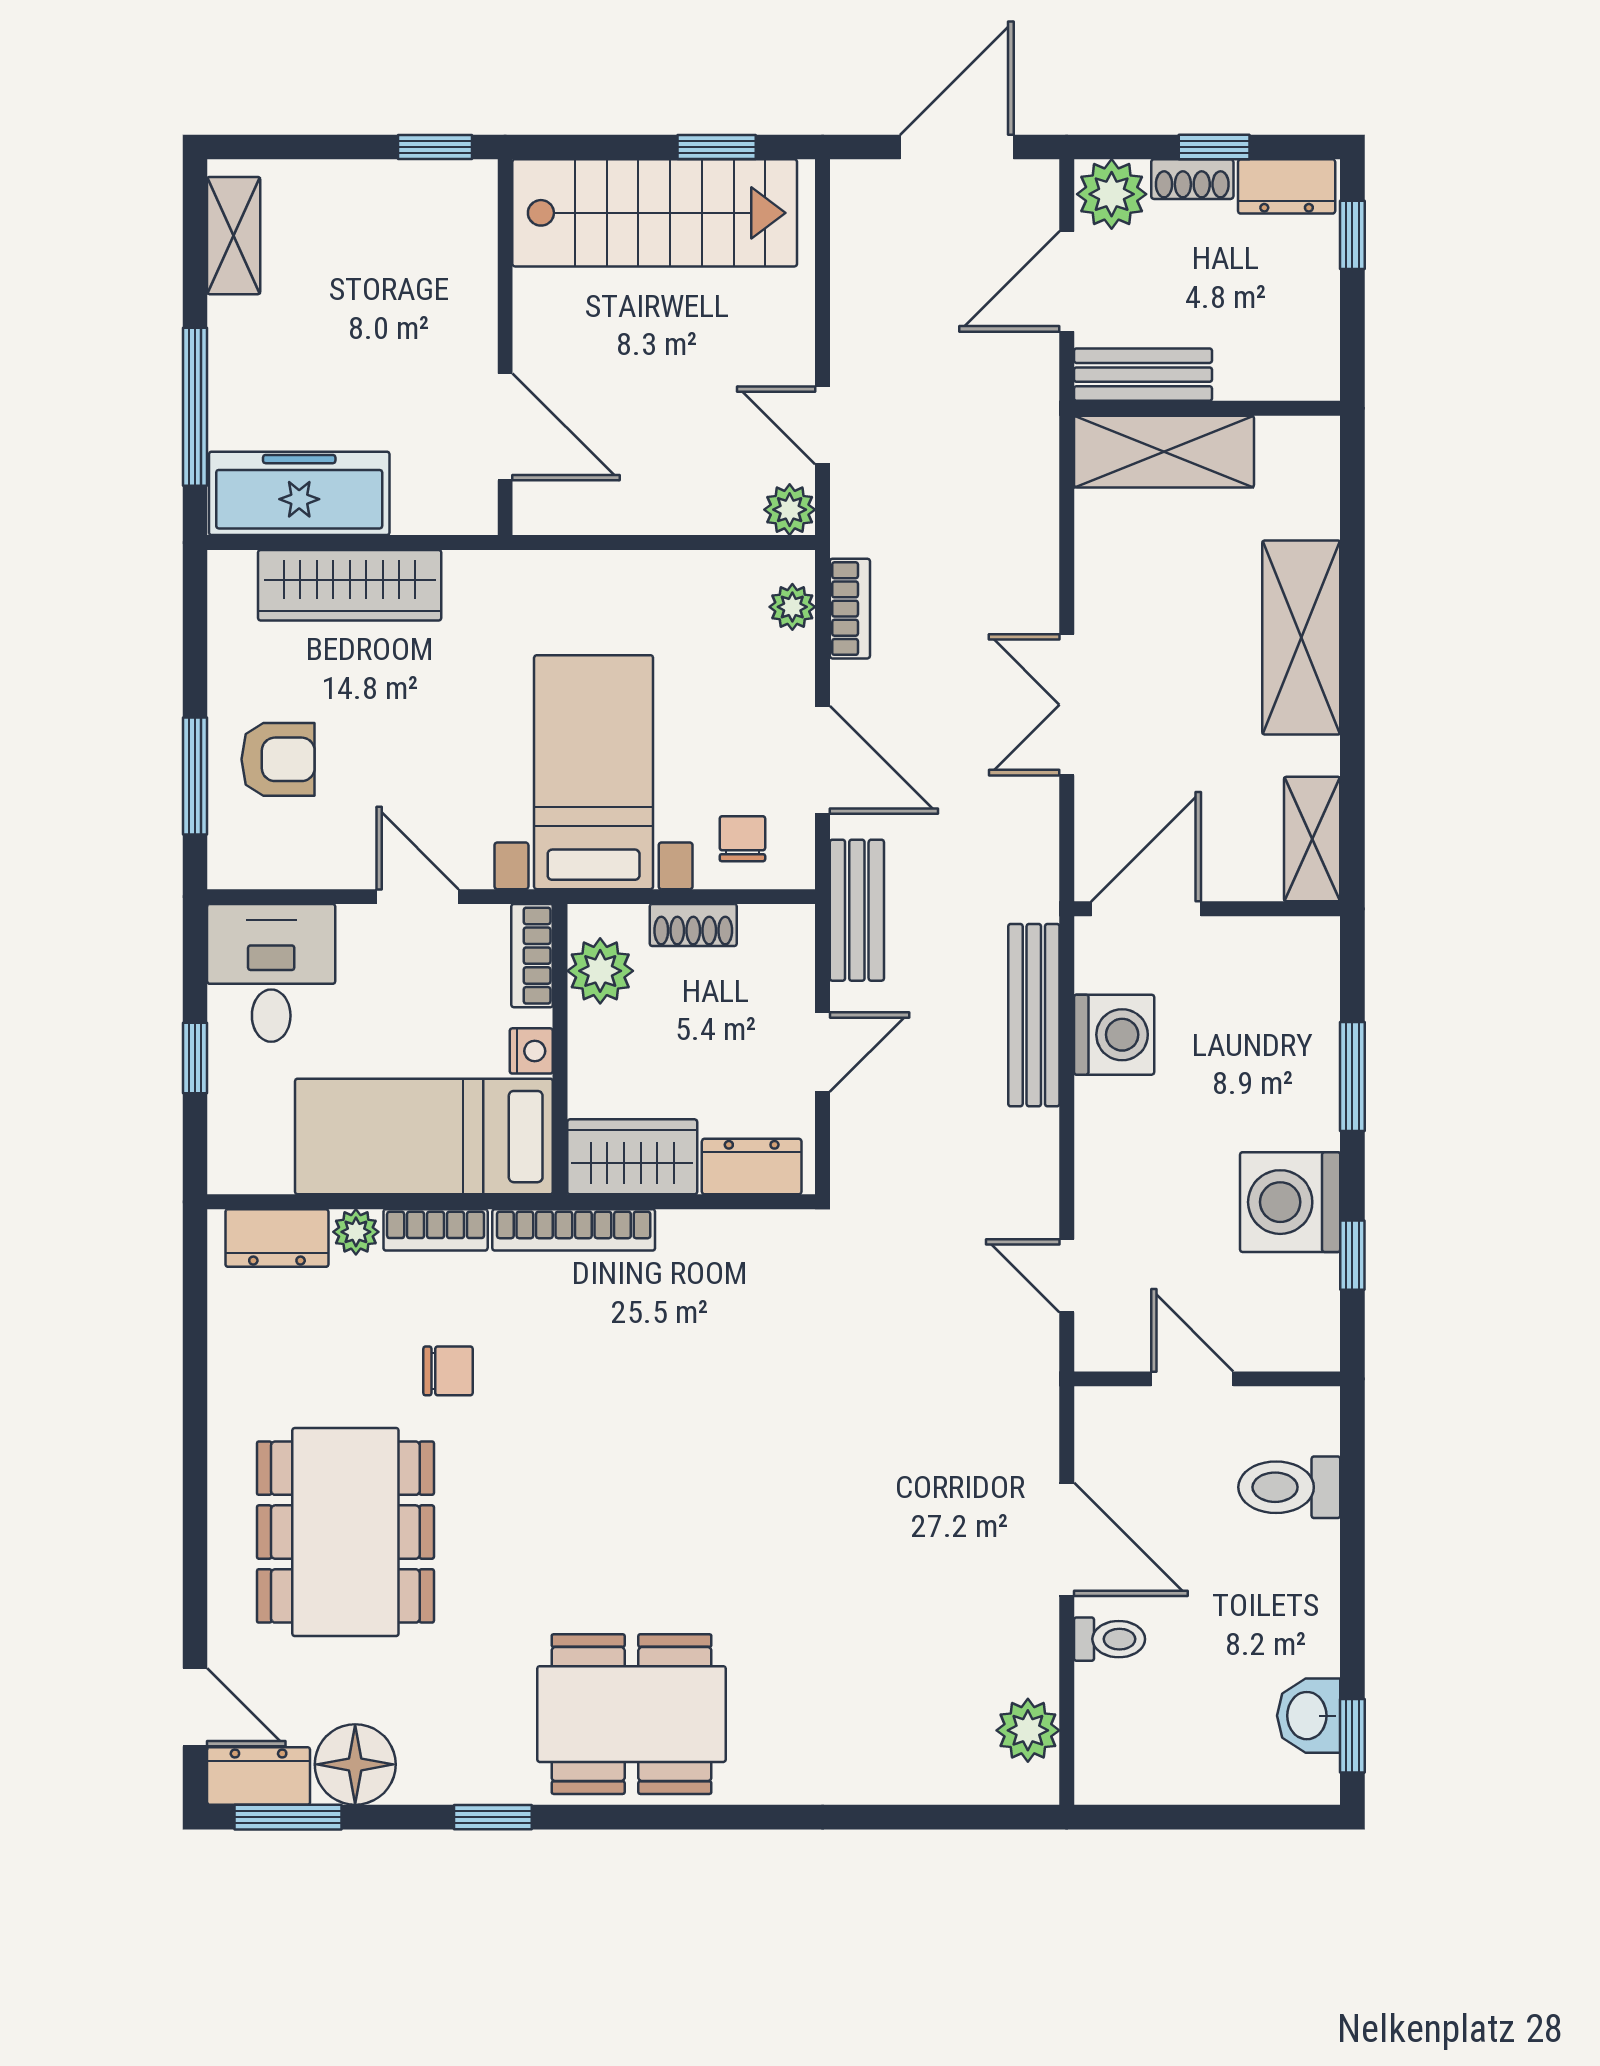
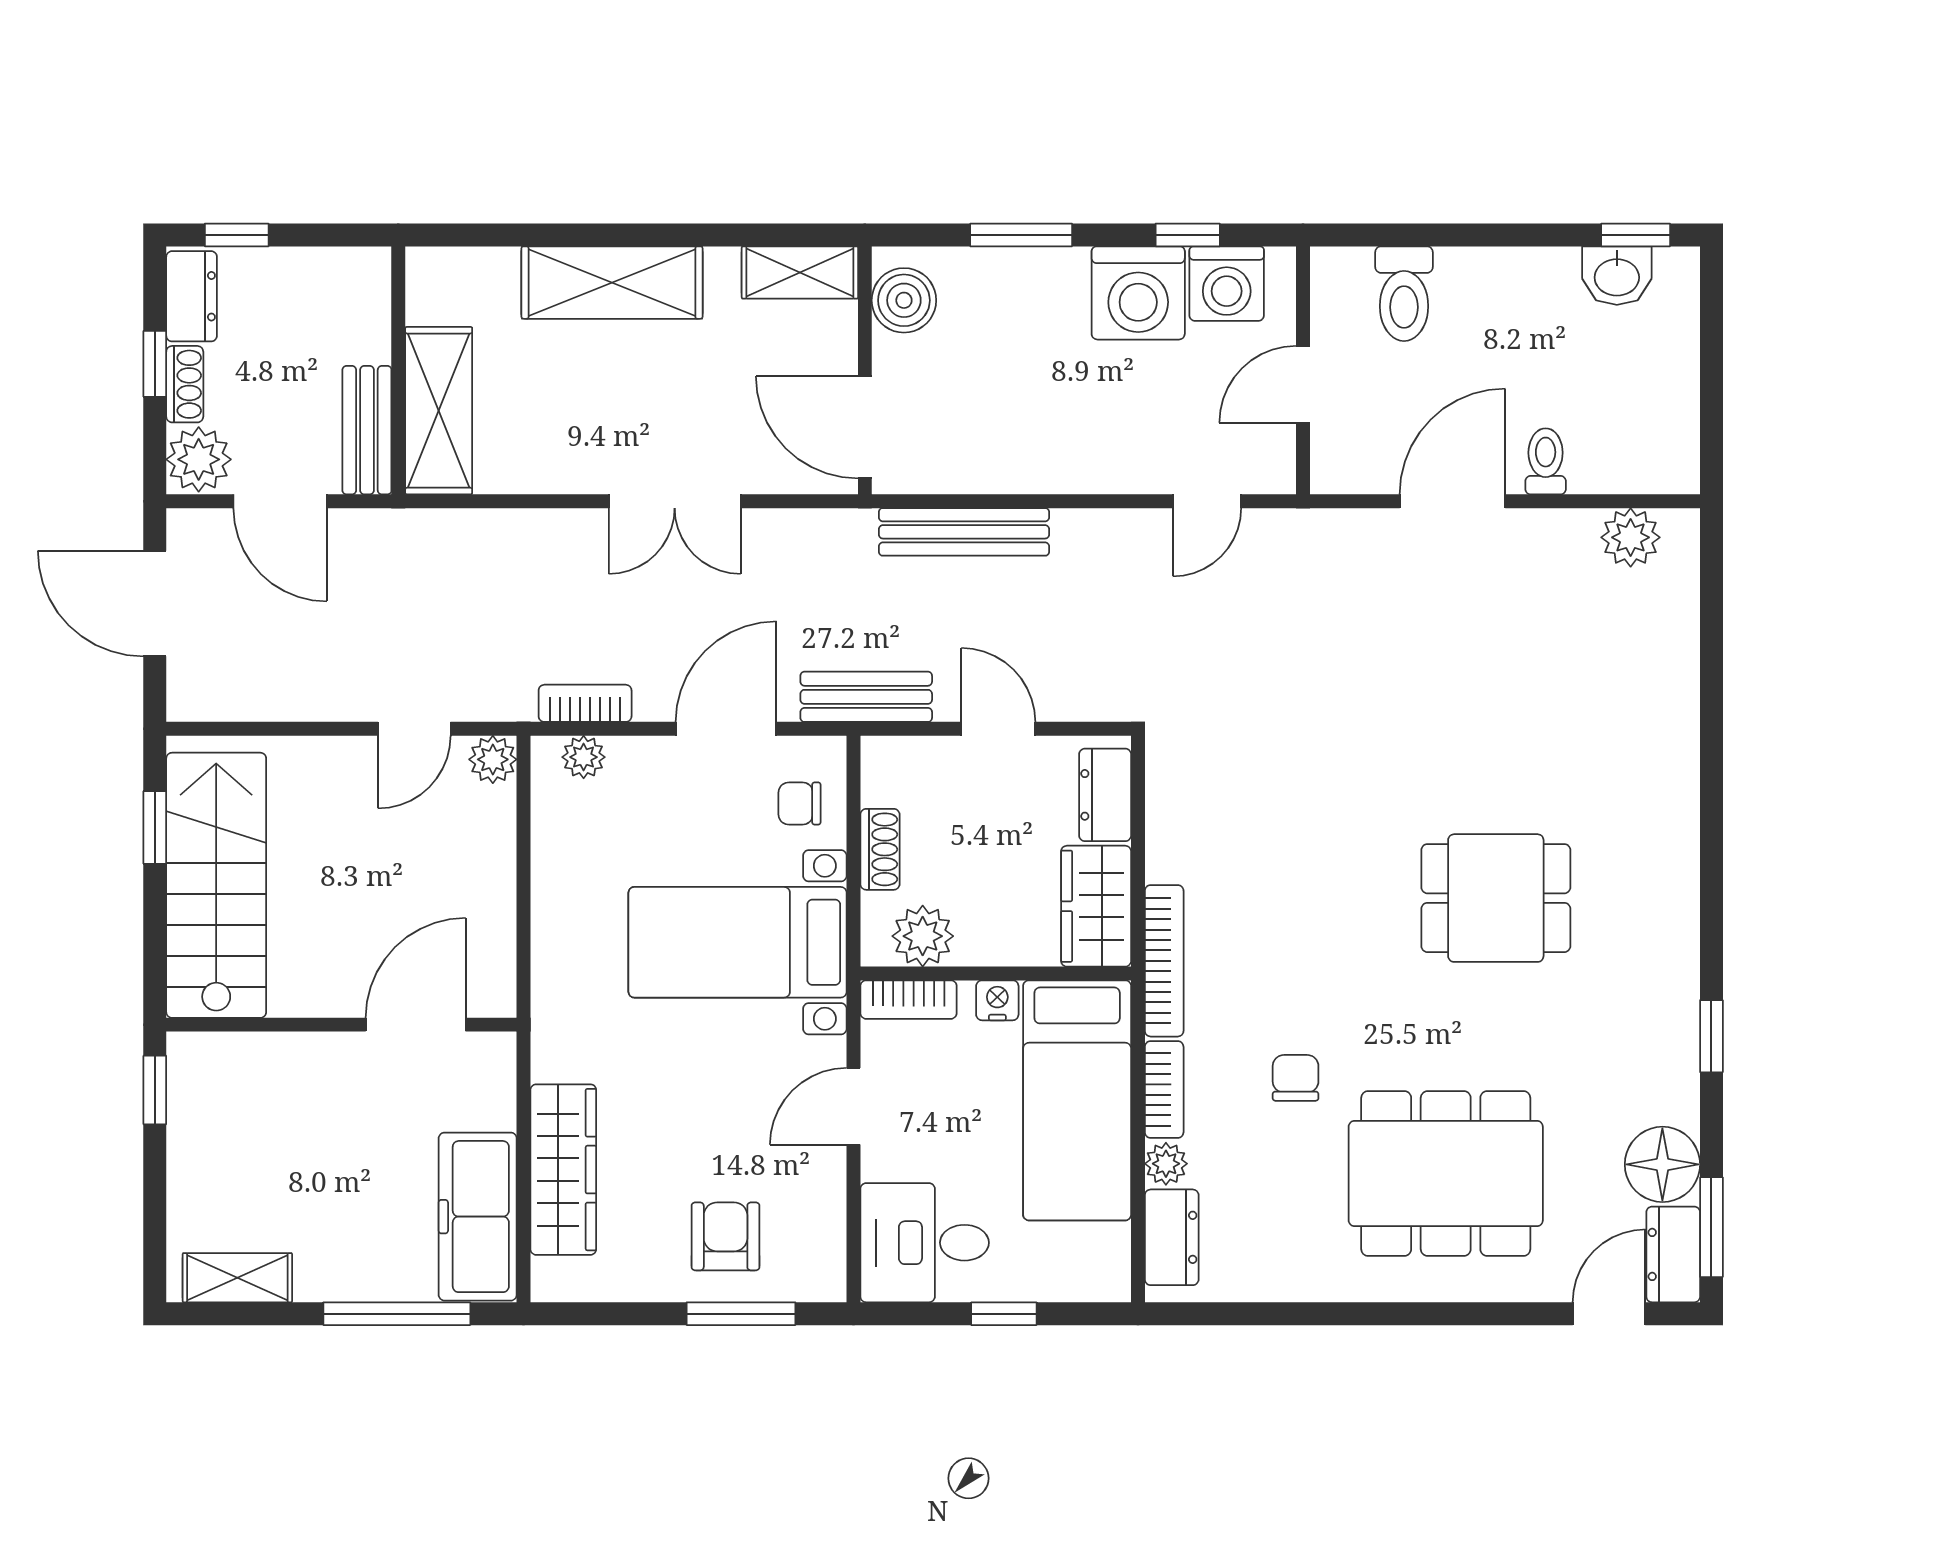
boiler: (1282, 951) -> (904, 300), added
washing machine: (1114, 1035) -> (1227, 284), moved, turned 180
dining table: (631, 1714) -> (1496, 898), moved, width x0.73

